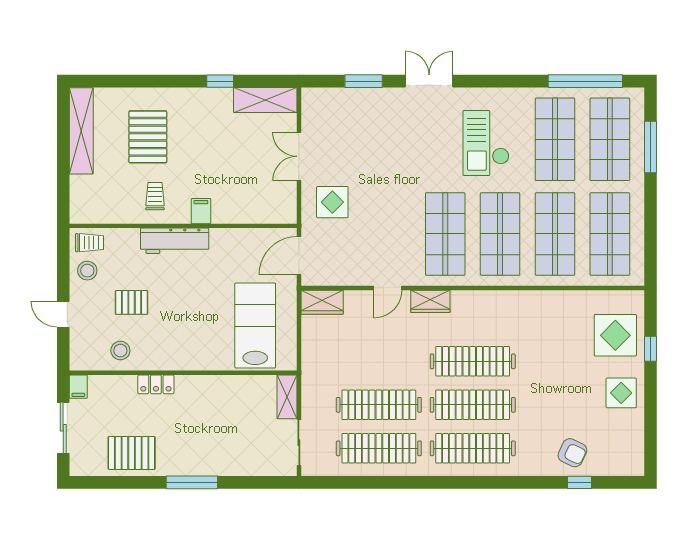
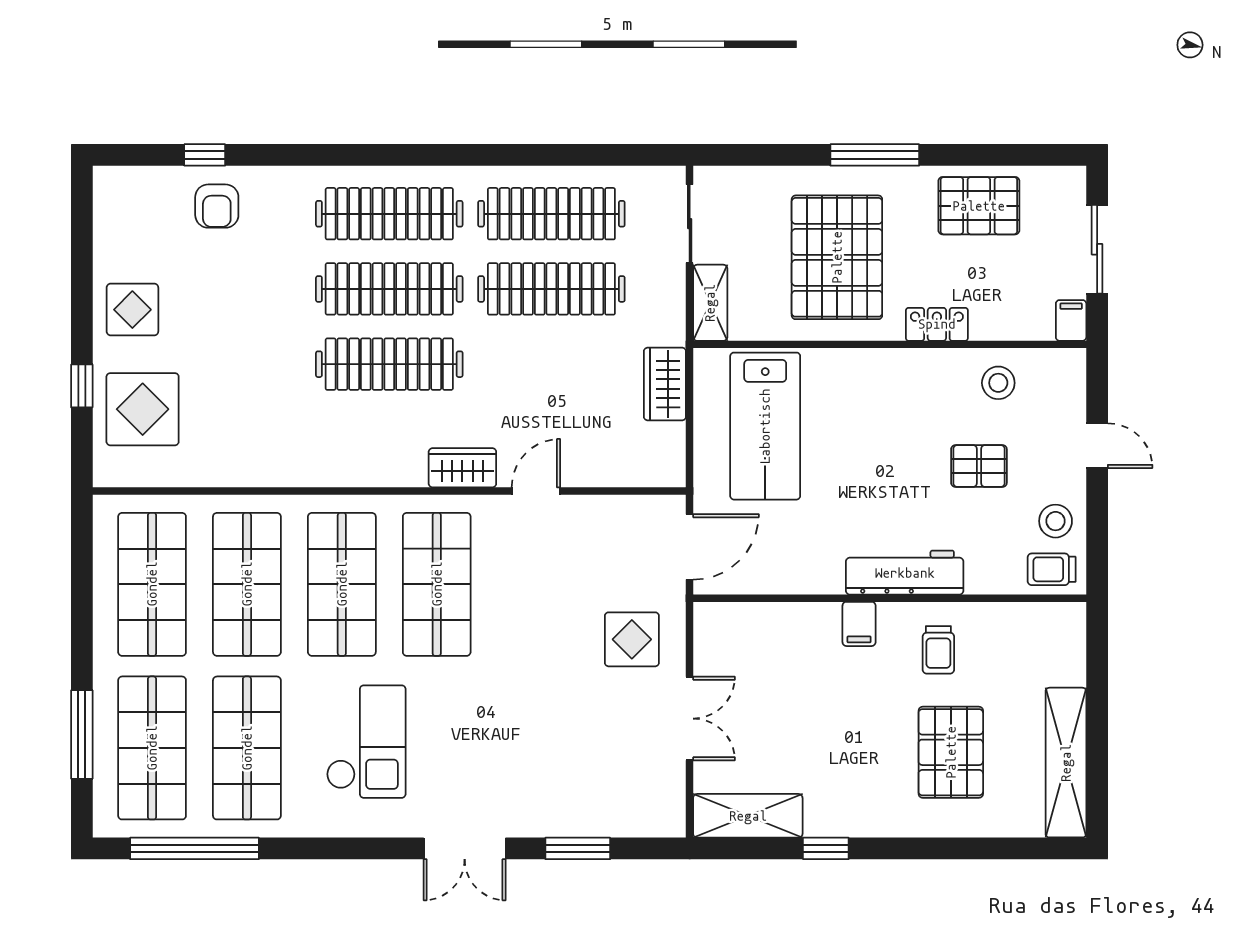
wardrobe: (322, 302) -> (665, 384), moved, turned -90
pallet: (214, 423) -> (837, 257), added
armchair: (572, 453) -> (217, 206), turned -115

